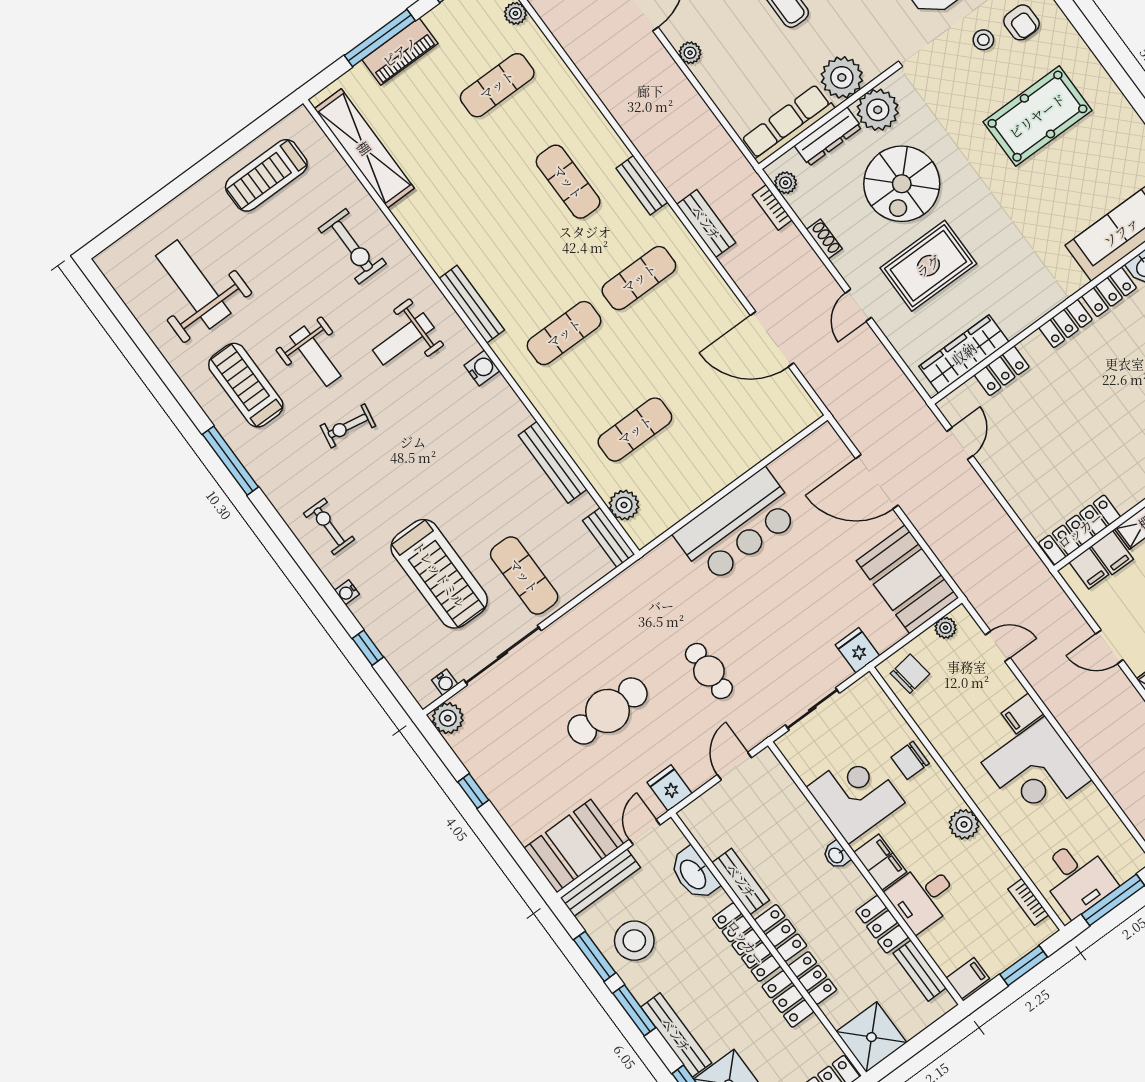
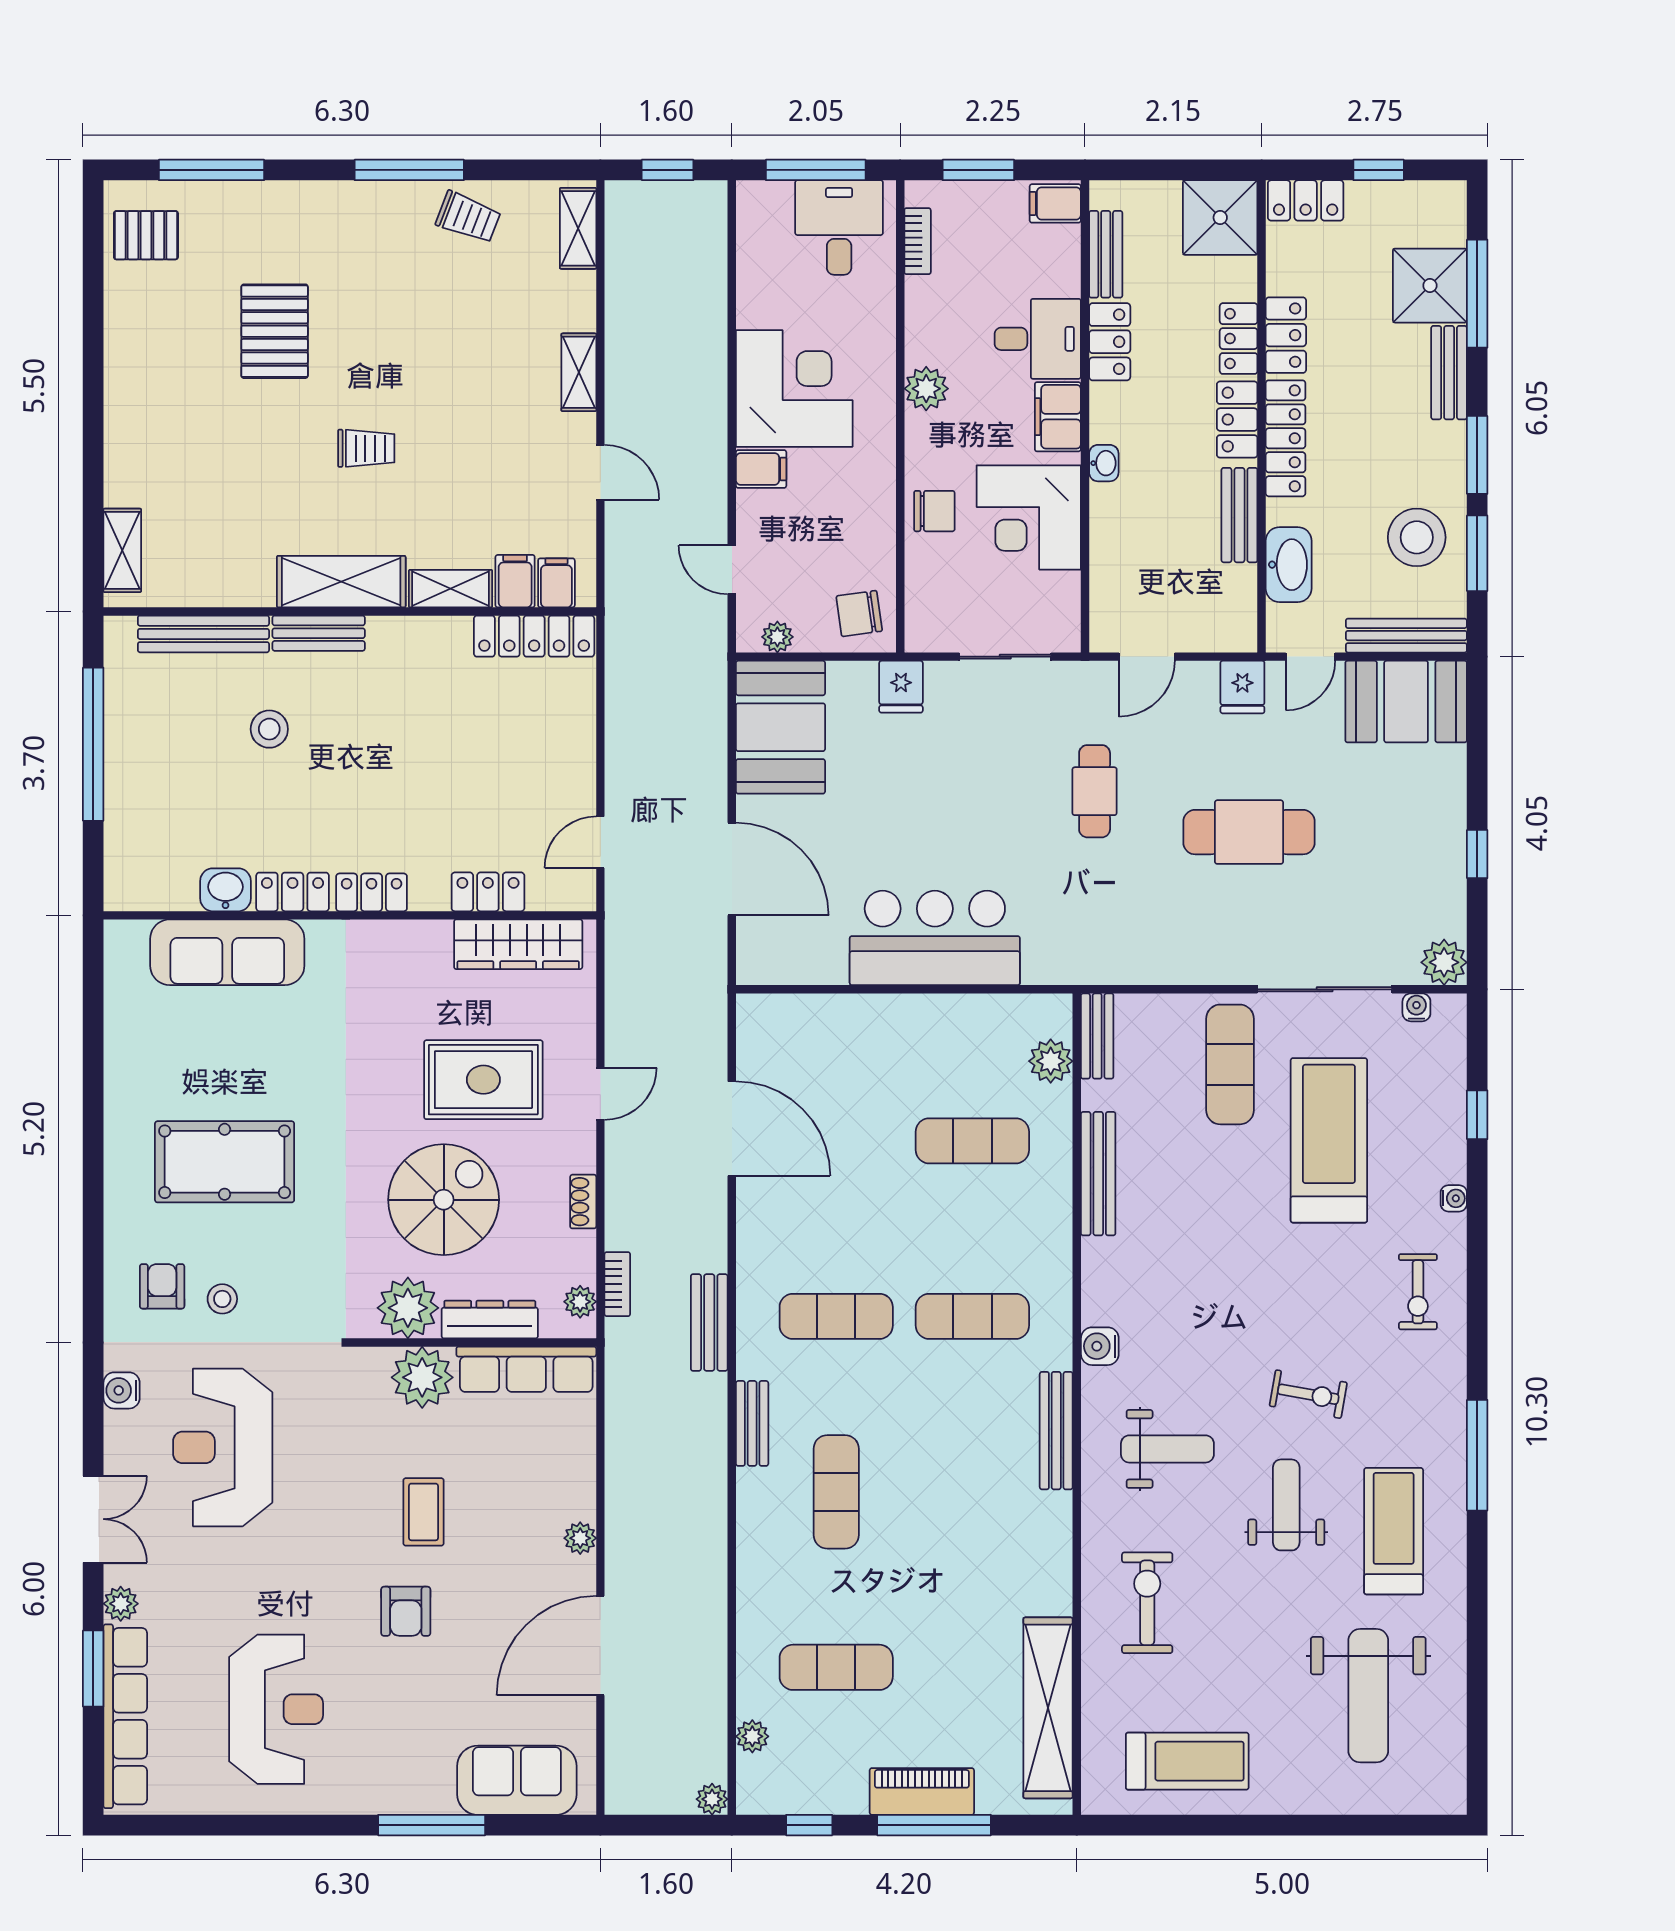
treadmill: (246, 385) -> (1394, 1531), turned 180
bench: (676, 1035) -> (1449, 373), width x0.73

